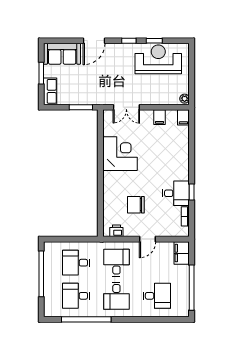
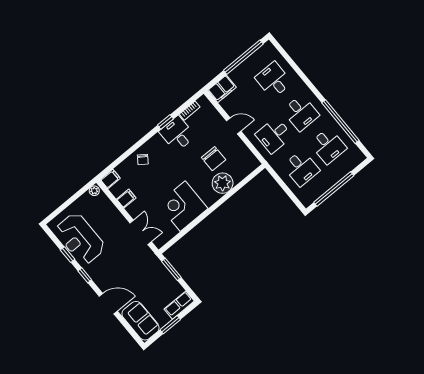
chair: (178, 153) -> (143, 159), added
plant: (113, 196) -> (223, 183), added
printer: (116, 231) -> (248, 157), removed
desk: (116, 296) -> (301, 113), turned 90

